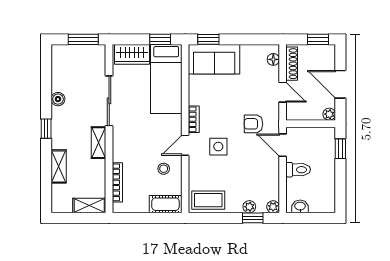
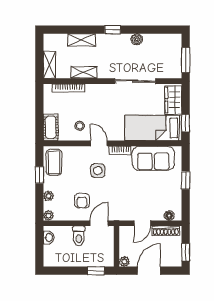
window: (208, 39) -> (186, 180), moved
sofa: (214, 59) -> (153, 158), moved, turned -90
armchair: (254, 124) -> (82, 201), moved, turned 180
shelving: (99, 143) -> (84, 72), moved
window: (253, 218) -> (39, 175), moved

